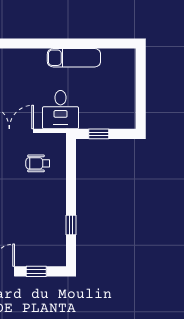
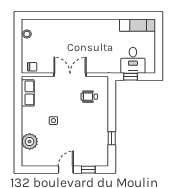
exam couch: (74, 58) -> (137, 25), moved
desk: (61, 110) -> (133, 60), moved

